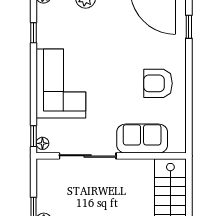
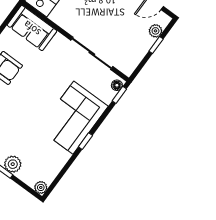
window: (34, 33) -> (85, 141), moved
sofa: (142, 139) -> (32, 28), moved

